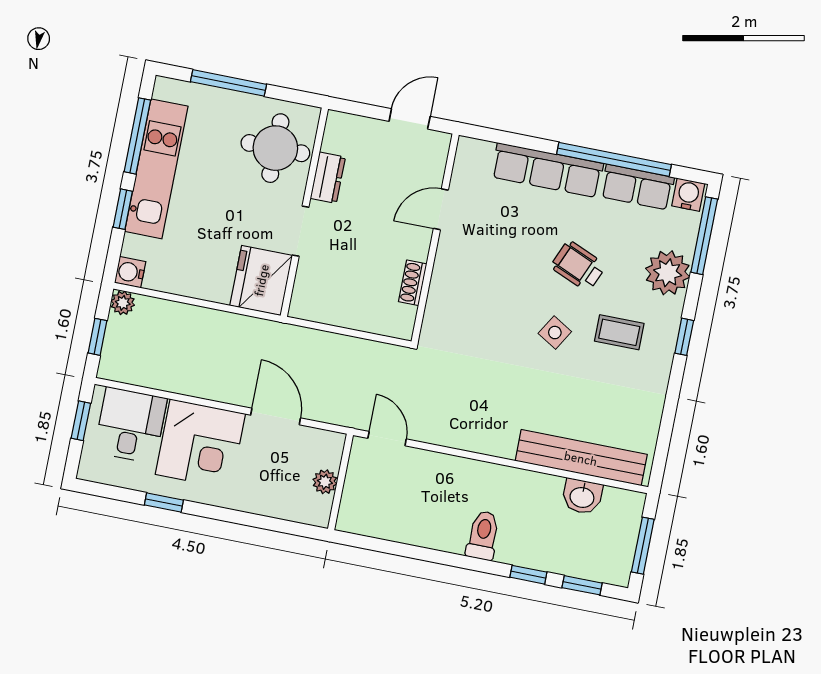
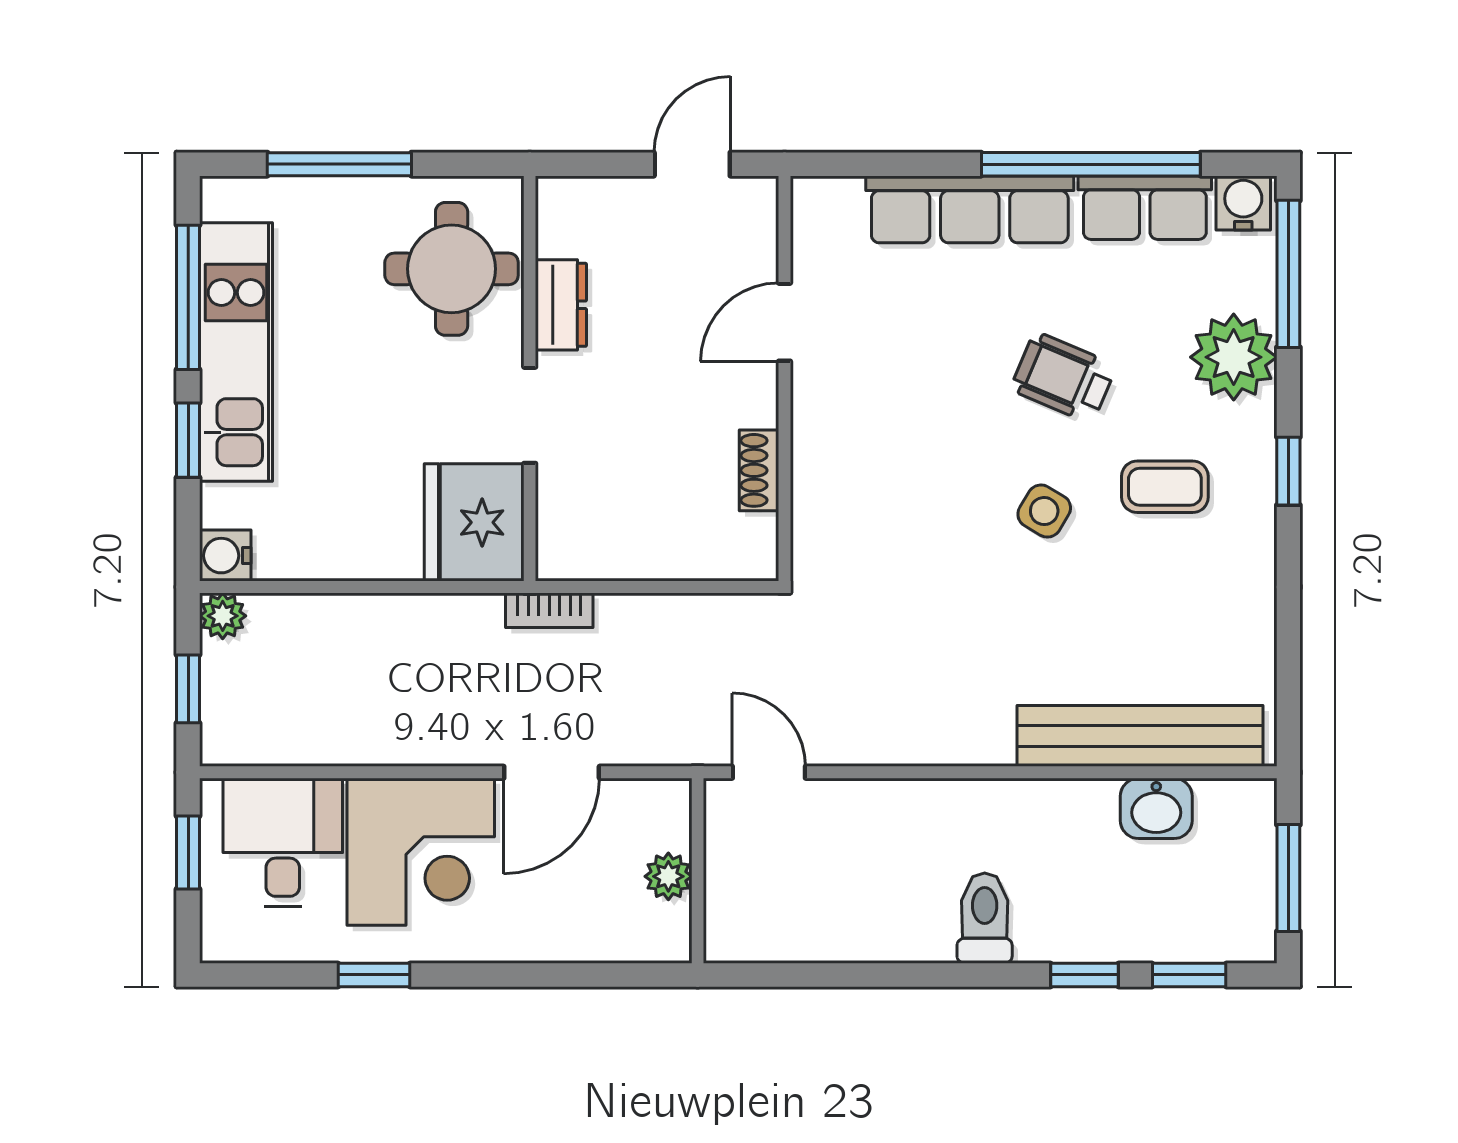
bookcase: (291, 333) -> (549, 610), added
door: (276, 417) -> (552, 772), swing flipped

